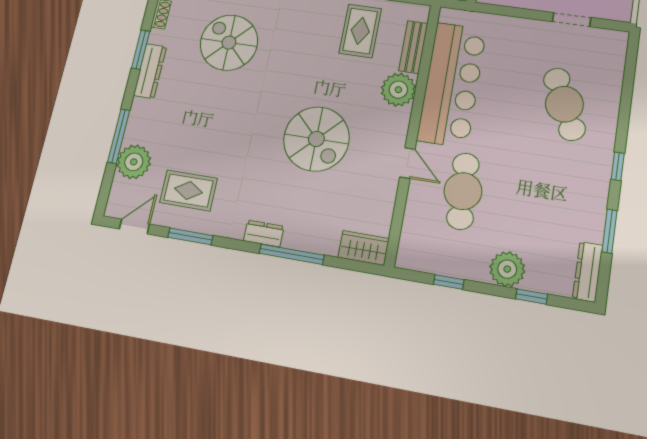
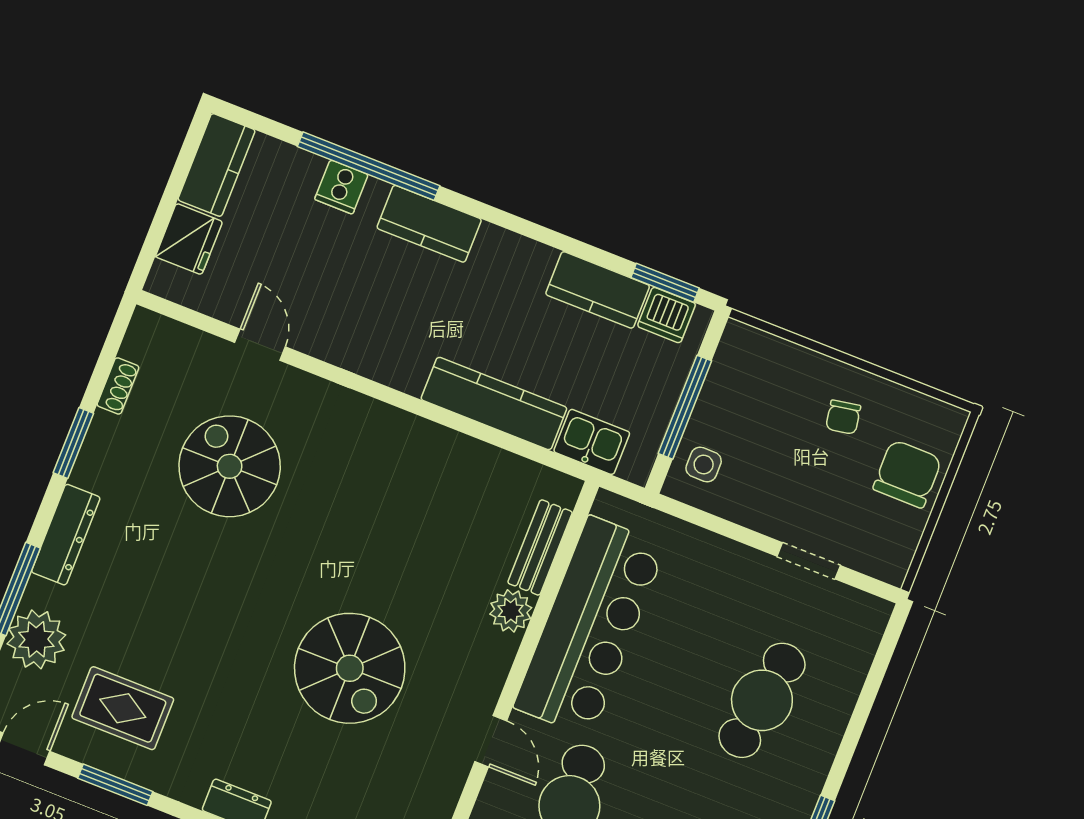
rug: (360, 31) -> (457, 498), removed
dresser: (150, 71) -> (66, 535), moved
plant: (398, 90) -> (511, 611), width x0.73, depth x0.73
cafe table: (564, 104) -> (762, 700), turned 33

